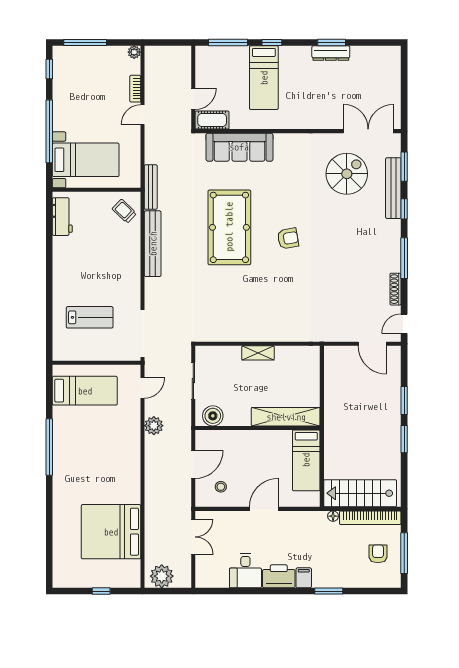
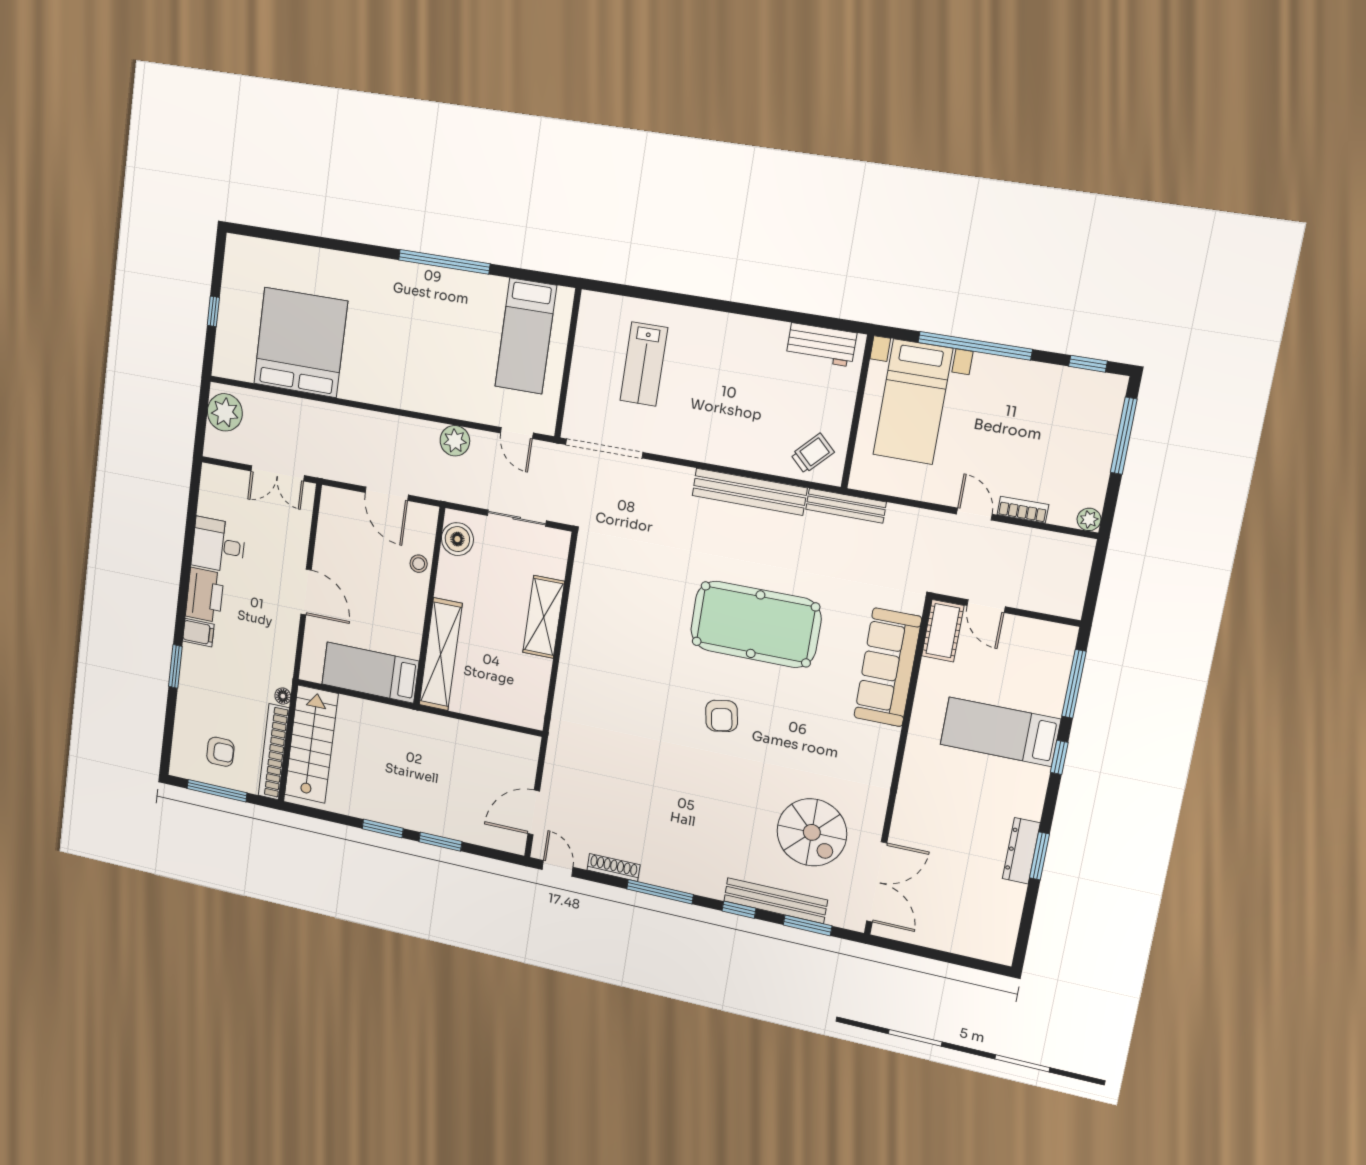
shelving: (258, 353) -> (544, 617), width x1.50, depth x1.33
stool: (221, 487) -> (419, 564), moved

